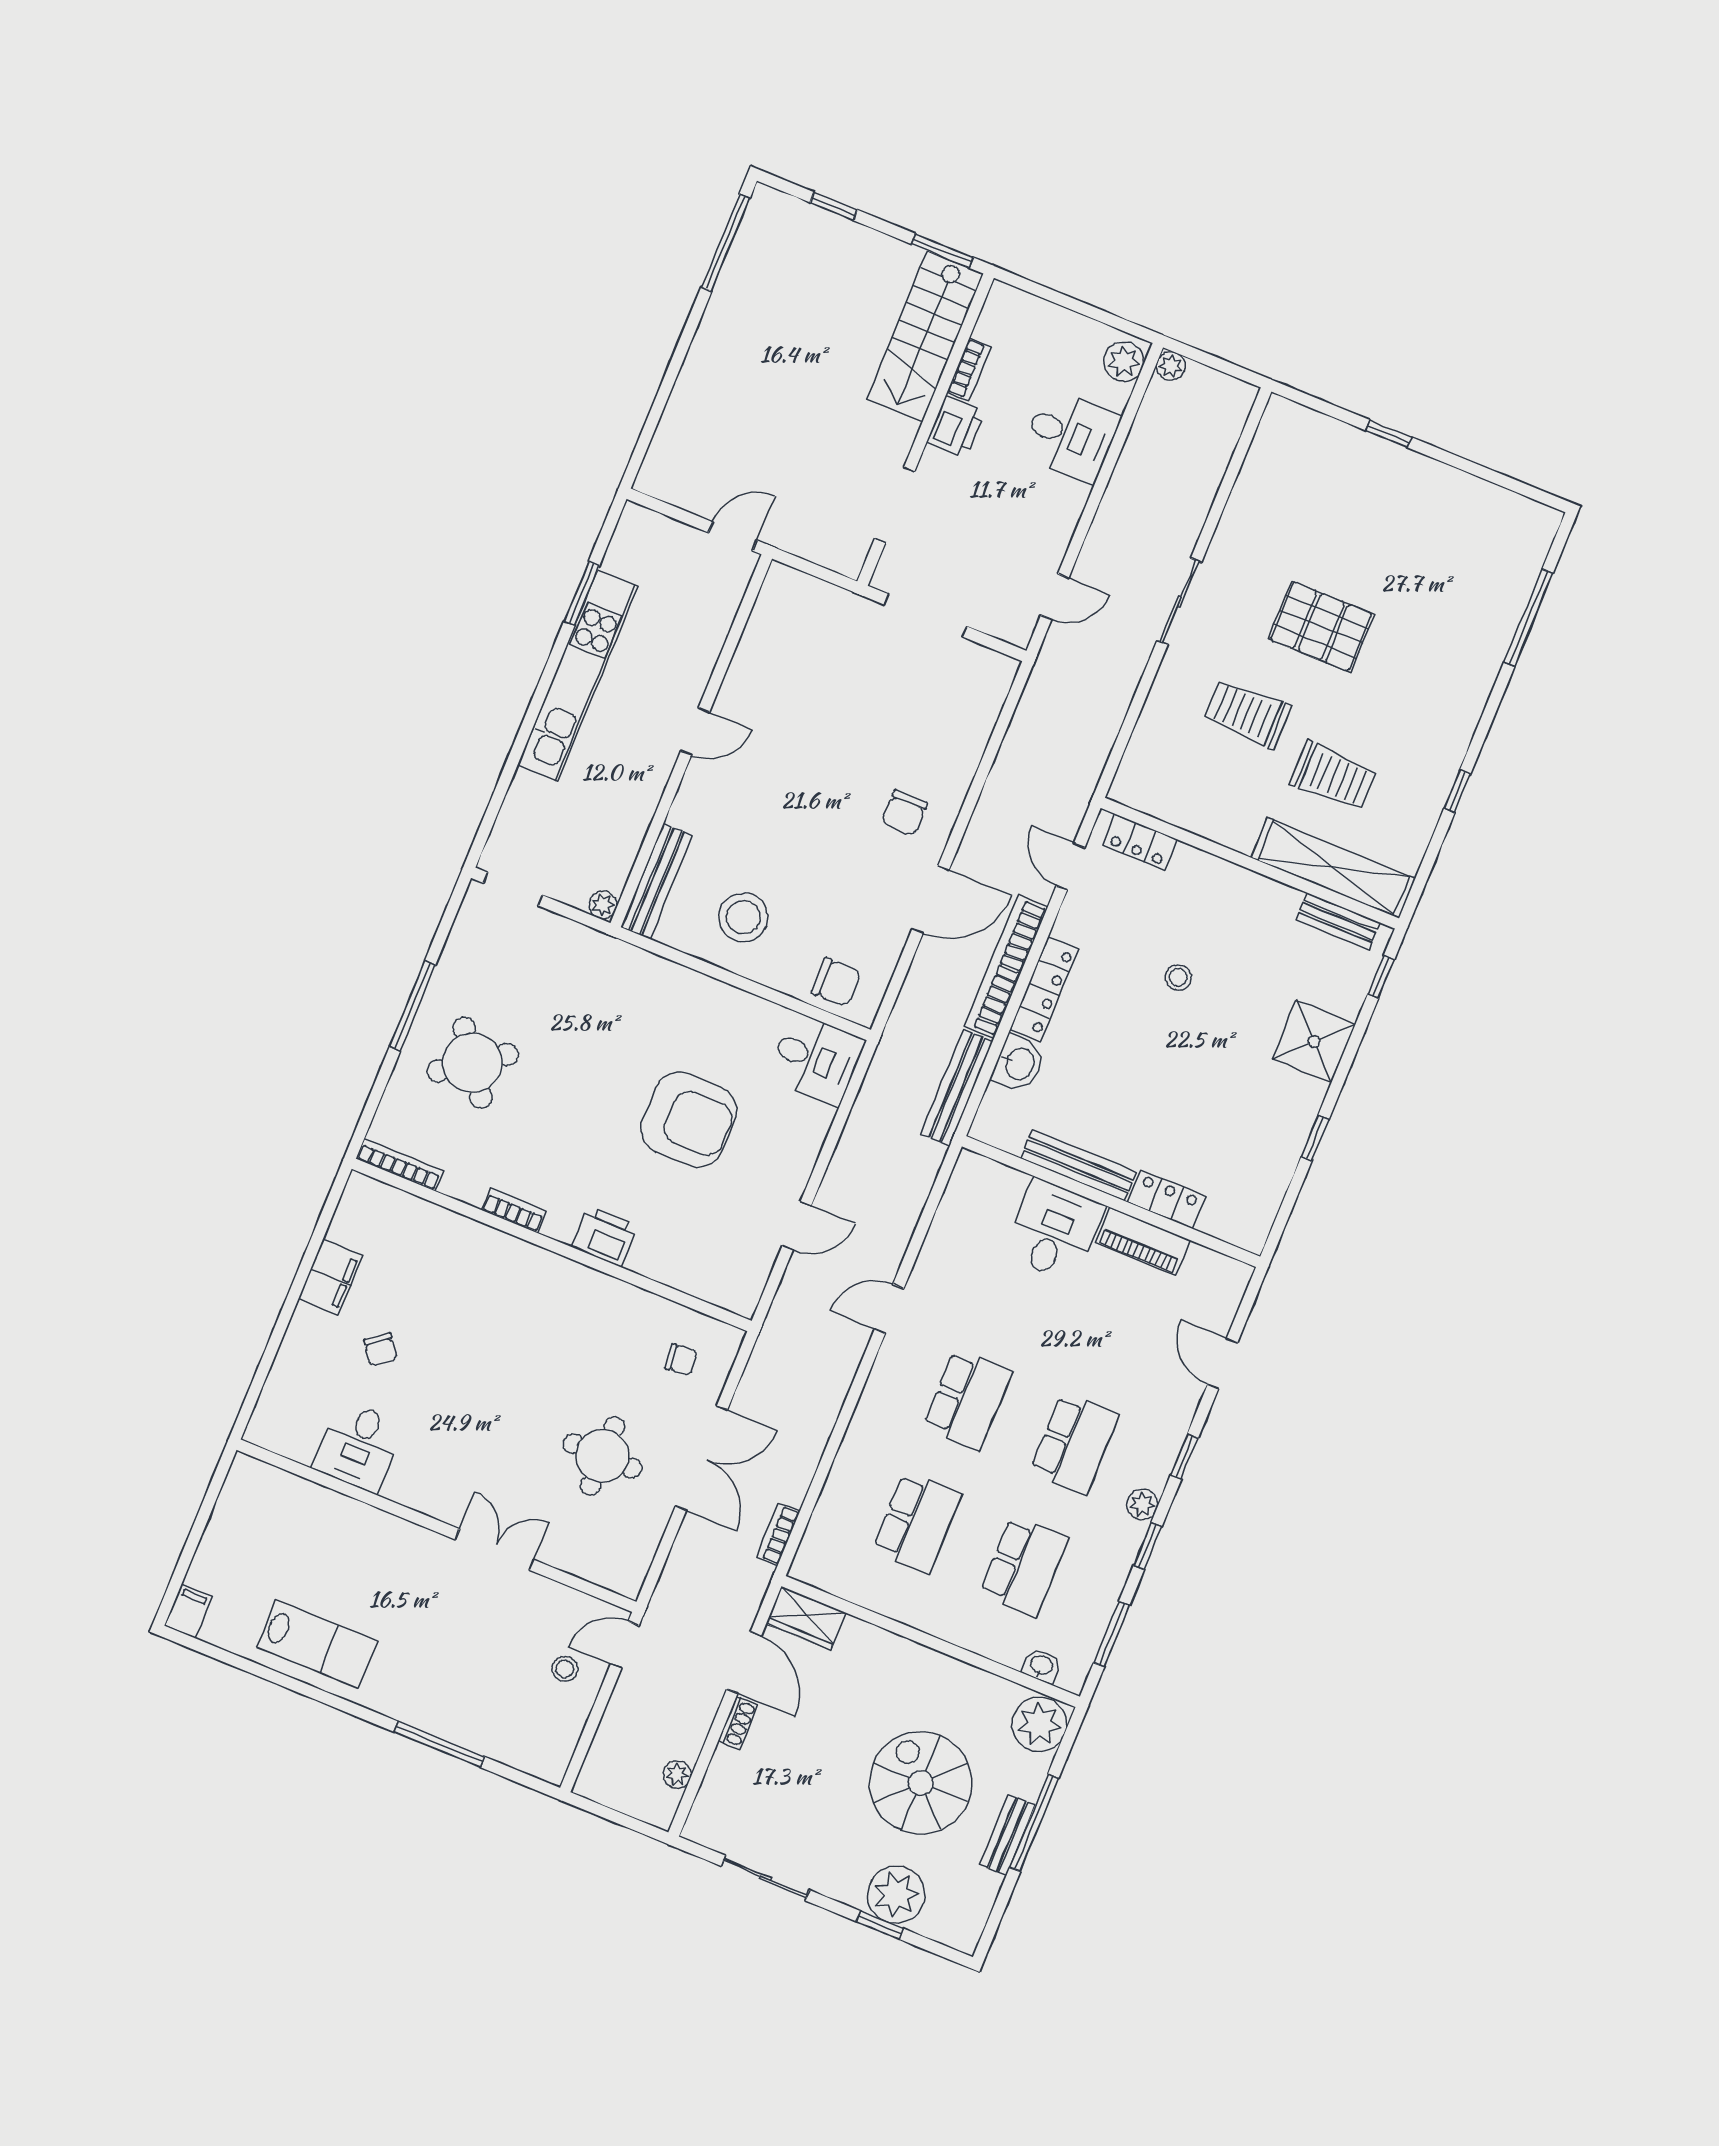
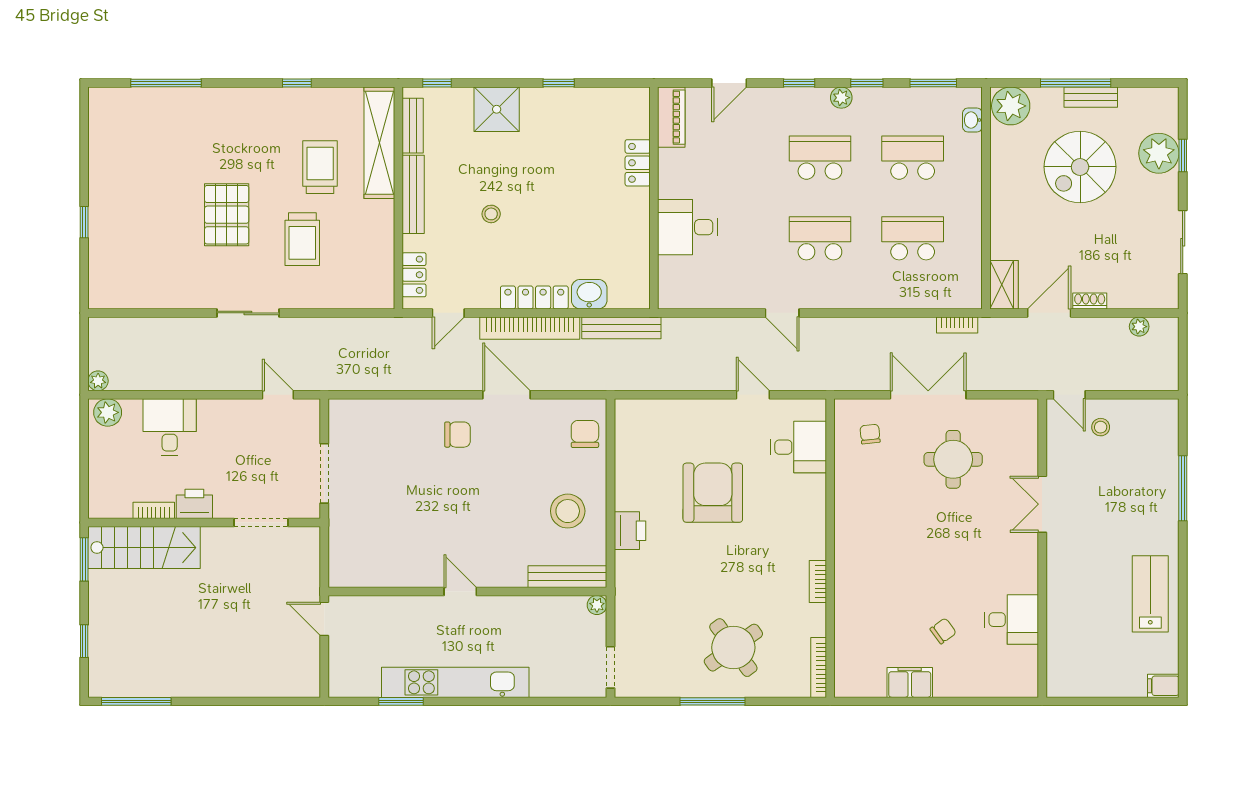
desk: (816, 1059) -> (798, 447), moved, turned 90
bench: (1079, 1165) -> (413, 194), moved
printer: (605, 1236) -> (630, 531), moved, turned 180
piano: (1142, 1241) -> (671, 117), moved

